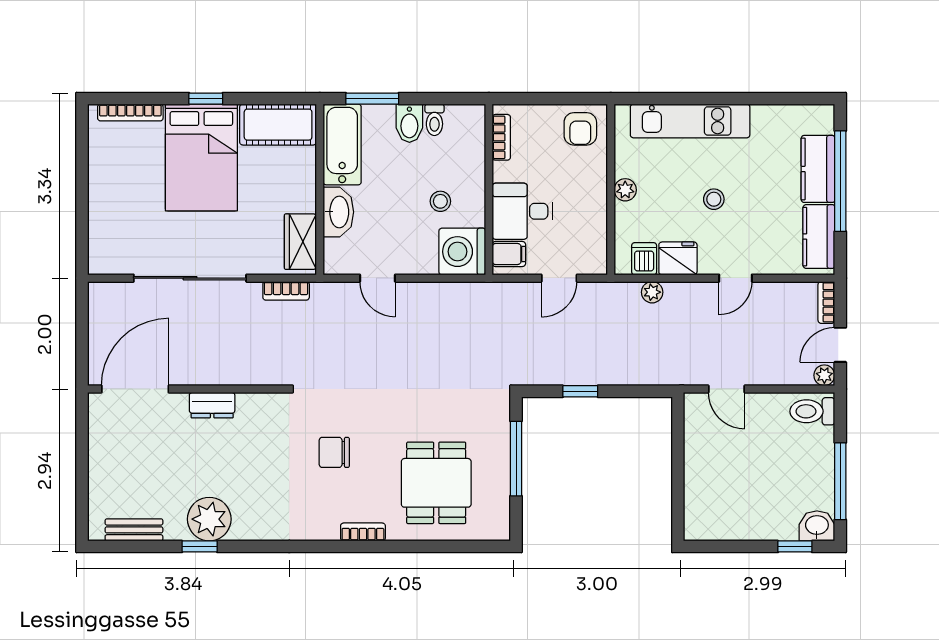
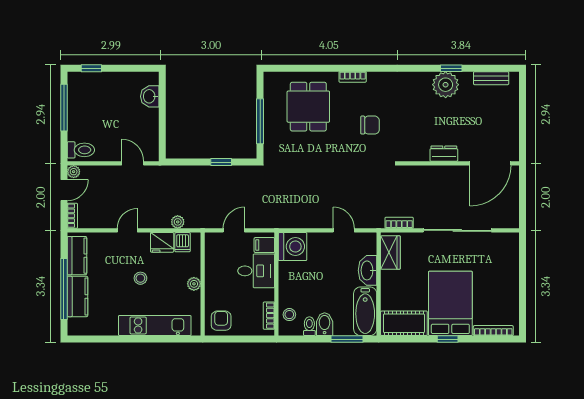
stool: (440, 201) -> (289, 315), moved
washbasin: (817, 526) -> (150, 96), moved, turned 90

